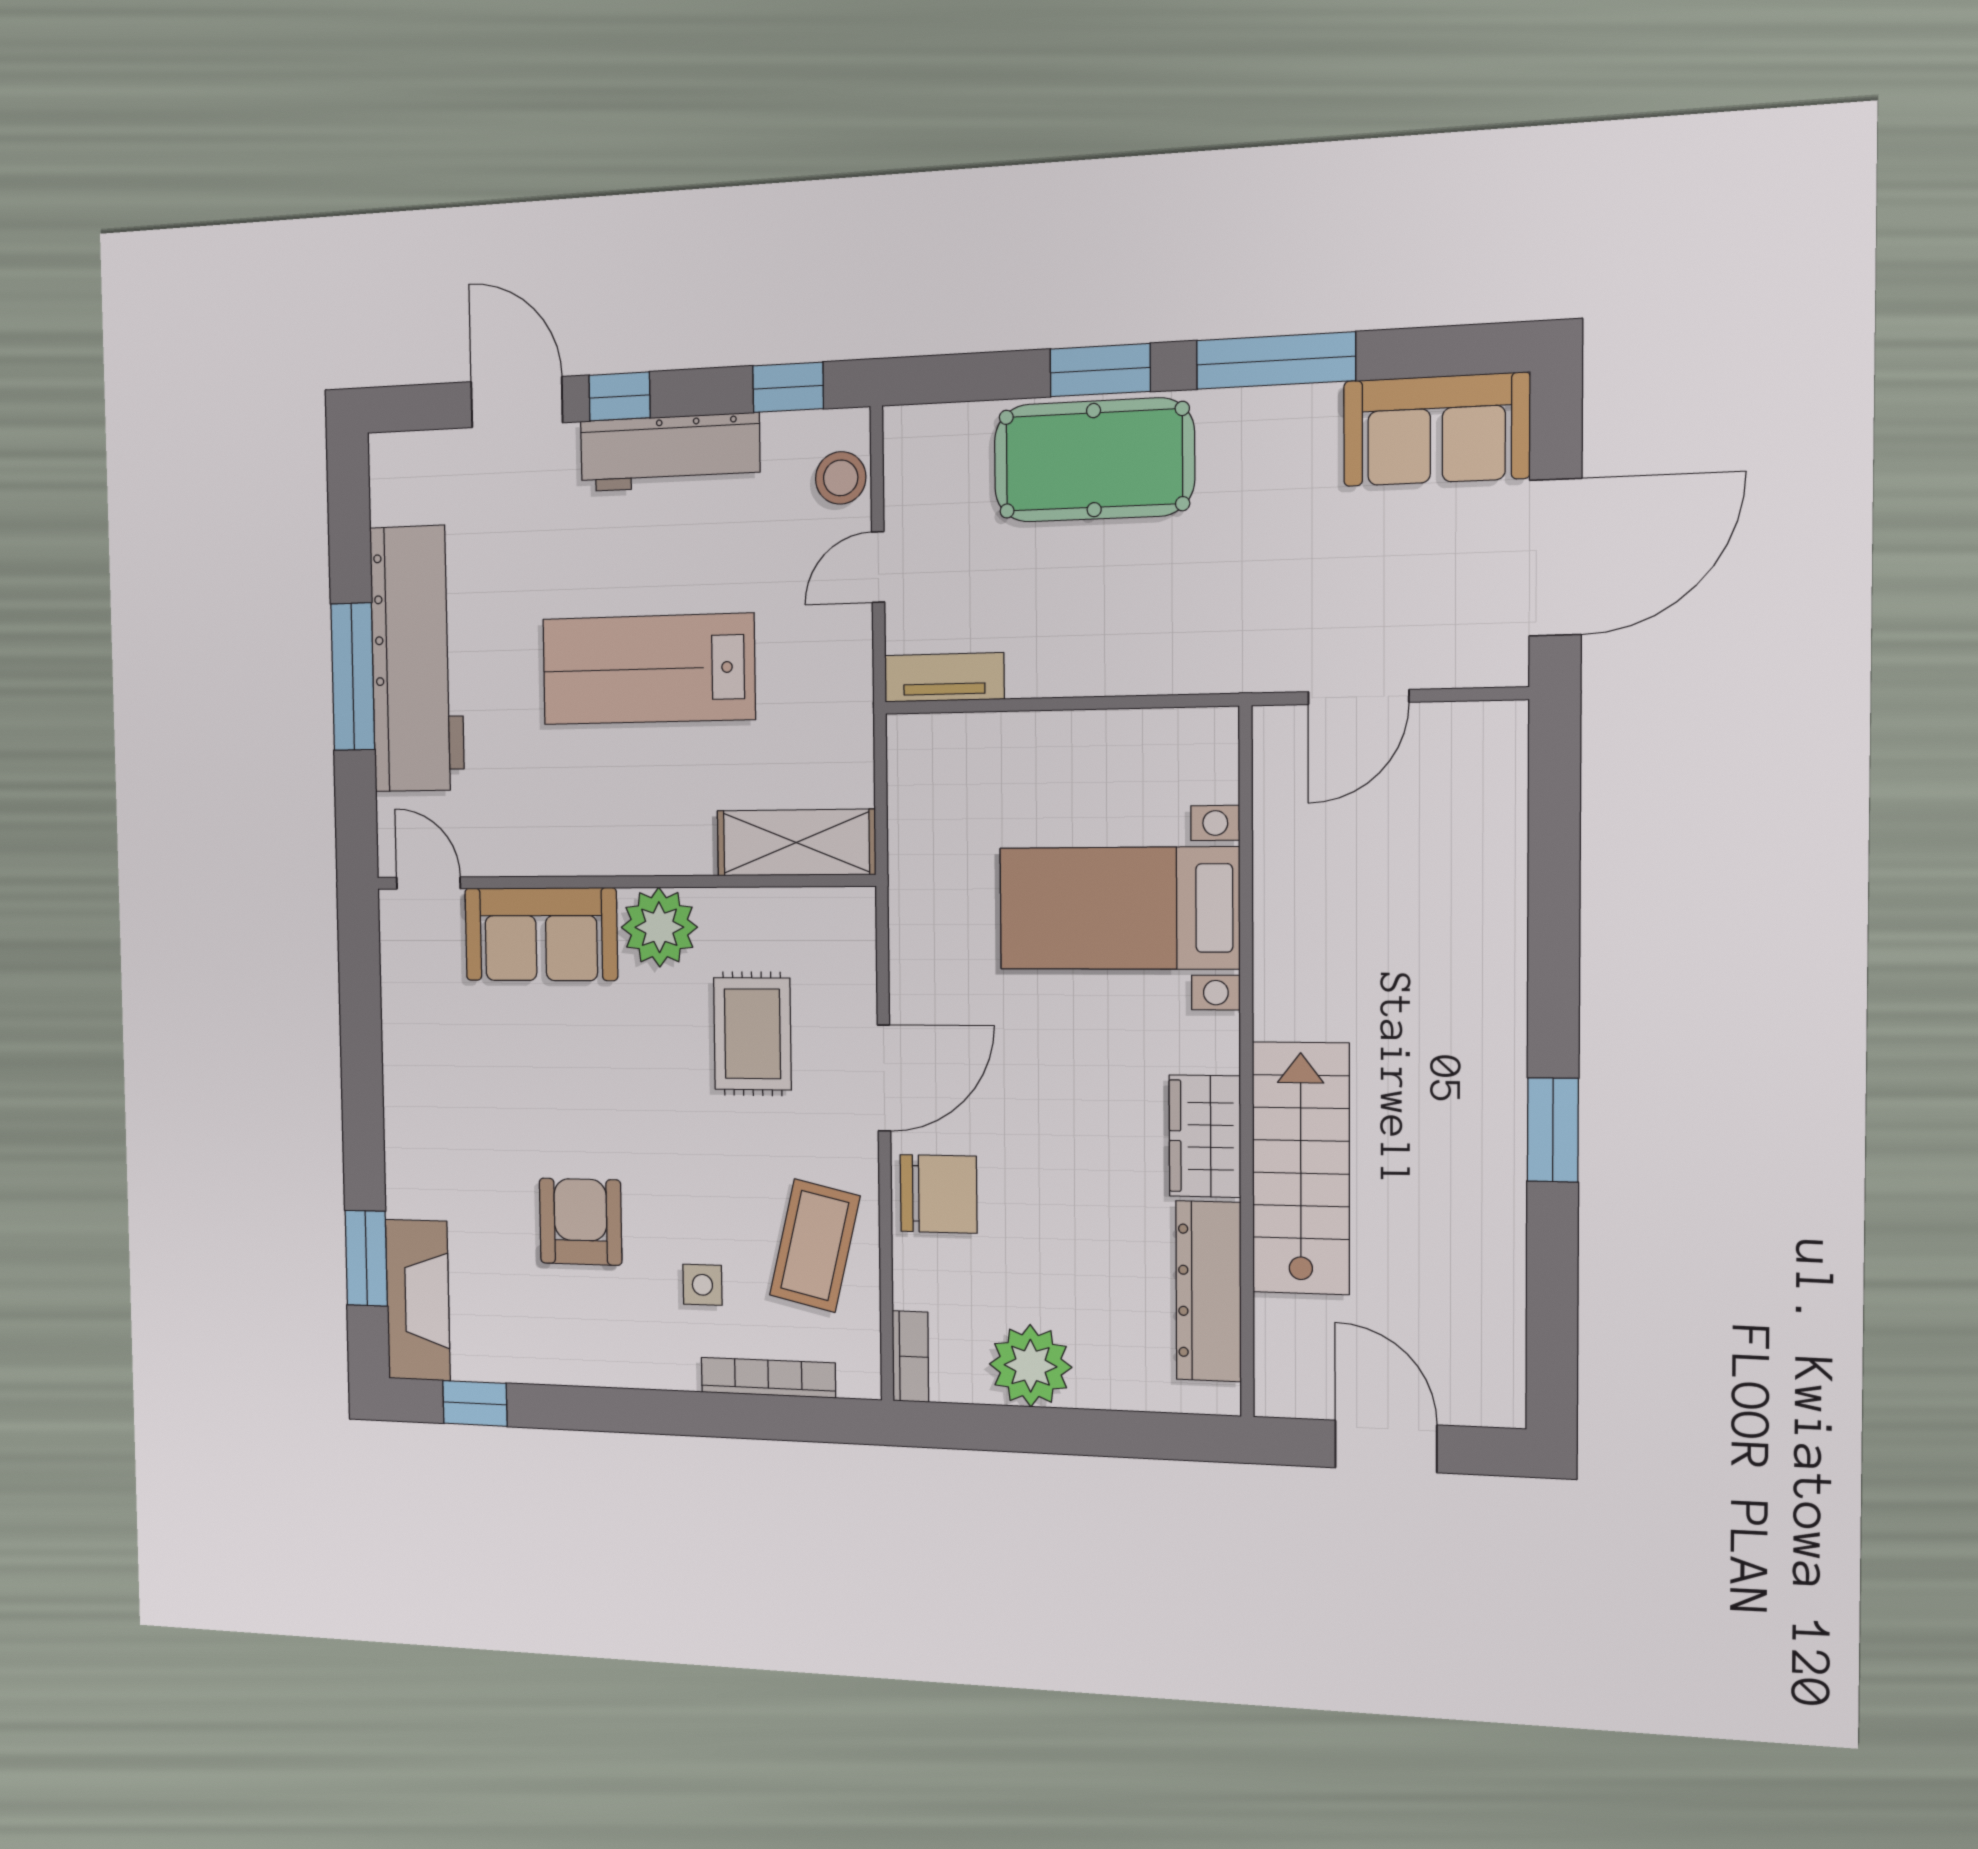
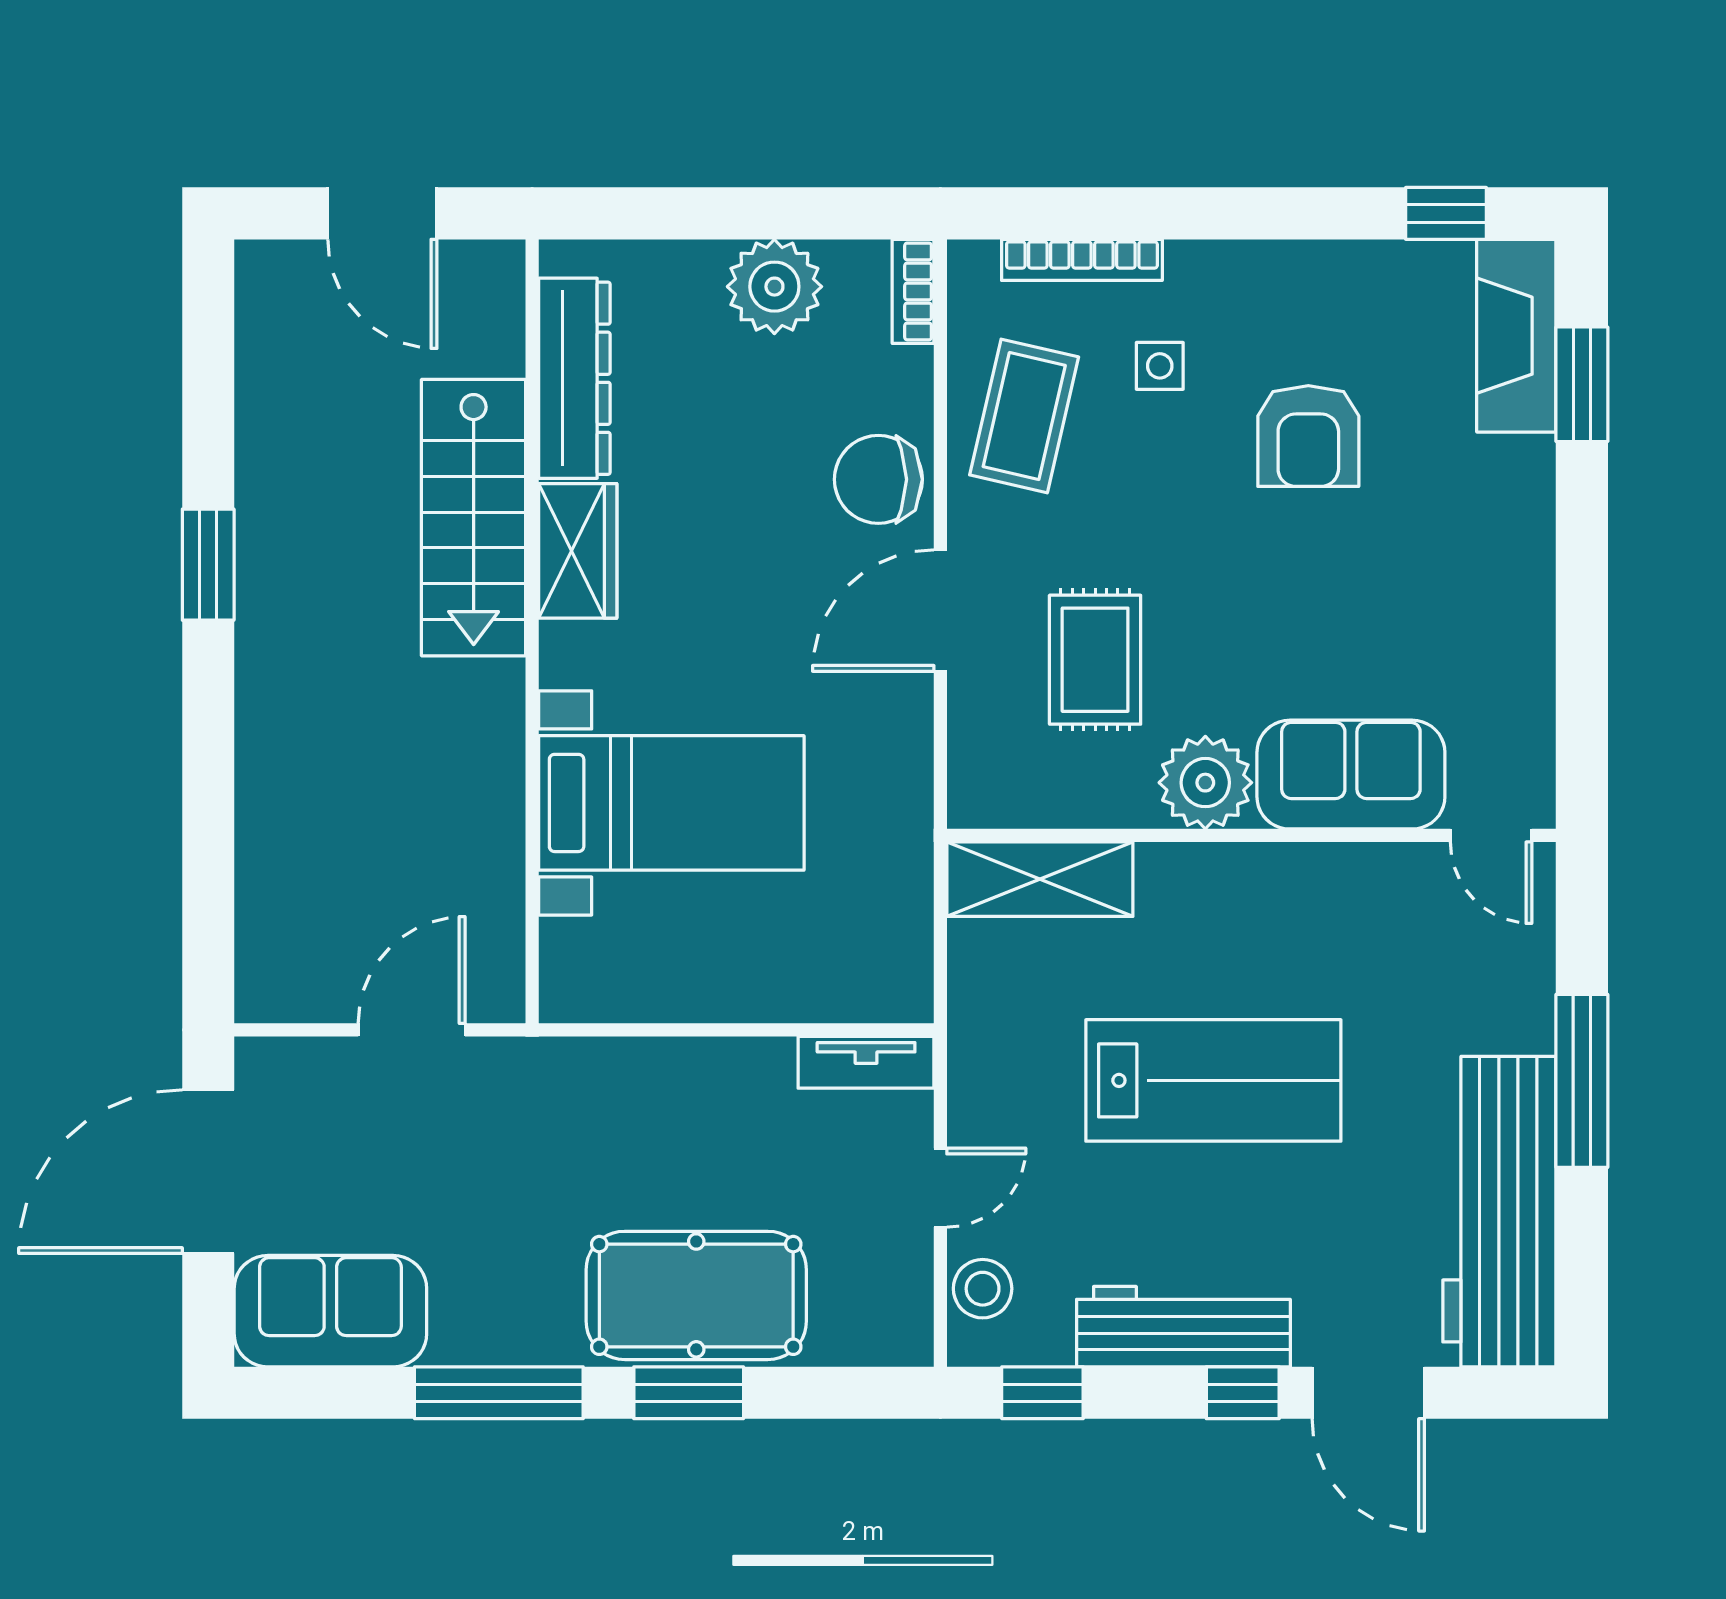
workbench: (417, 659) -> (1499, 1212), moved

